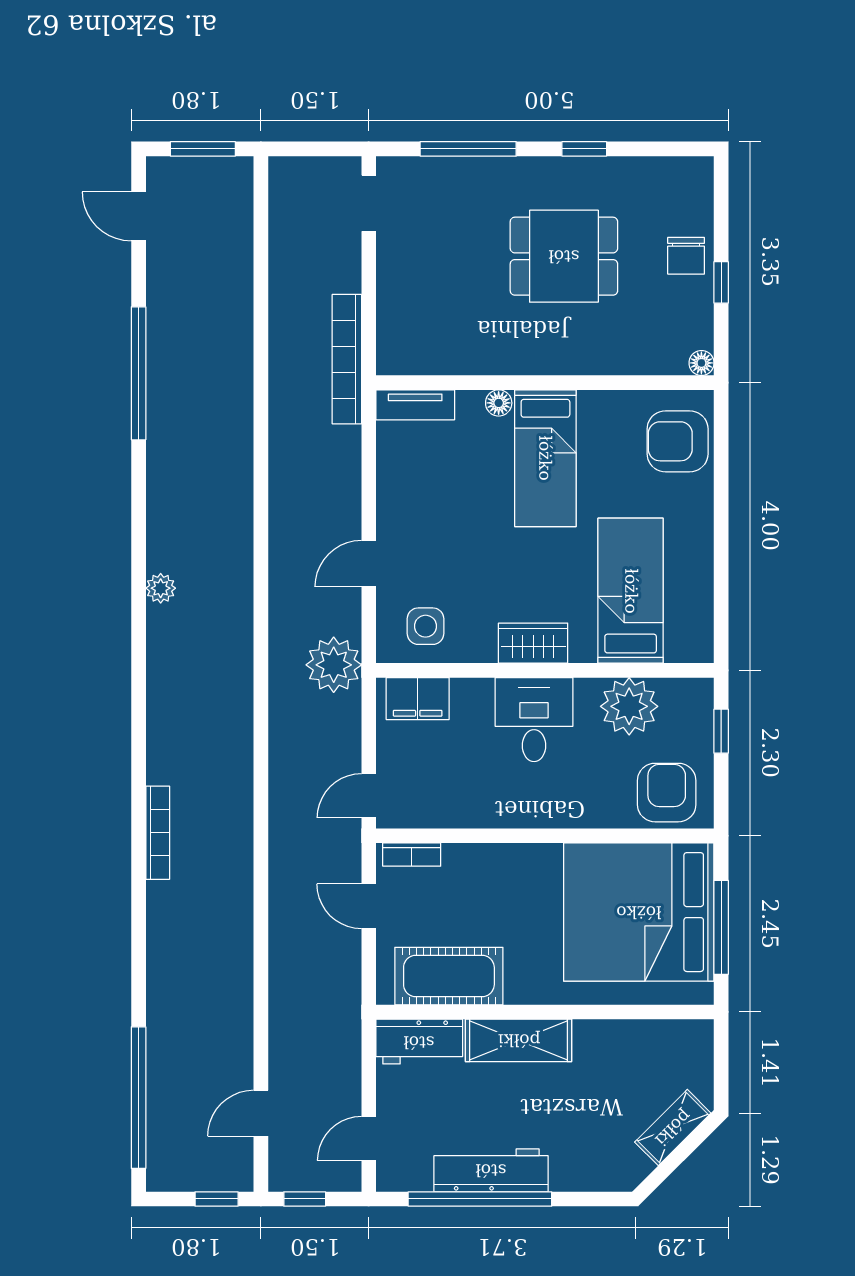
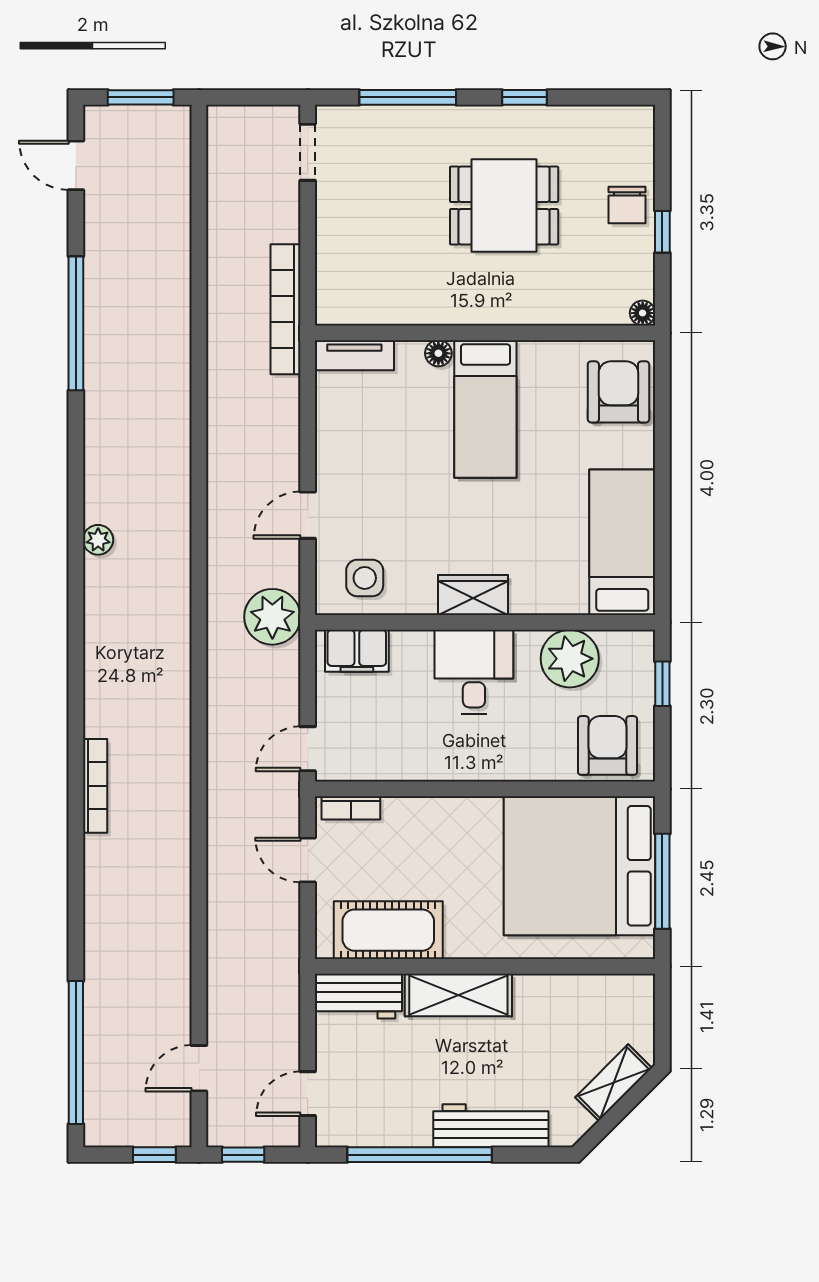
armchair: (678, 441) -> (618, 392), turned 90
bed: (631, 591) -> (622, 542), moved
workbench: (491, 1170) -> (491, 1126), moved

